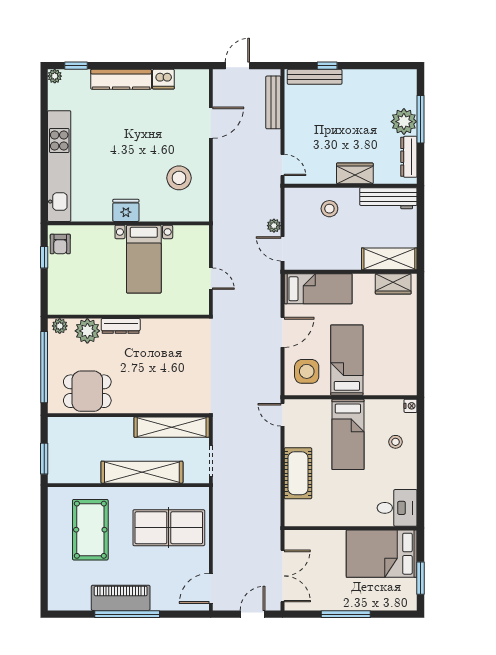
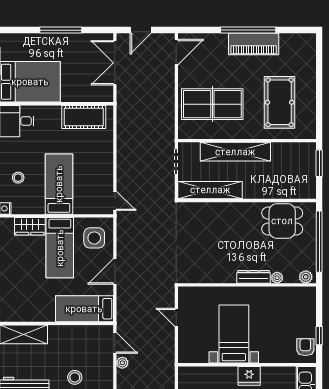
wardrobe: (393, 284) -> (30, 226), moved, turned 180
plant: (87, 331) -> (277, 278), width x0.53, depth x0.53
cot: (298, 473) -> (84, 117), moved, turned 90

